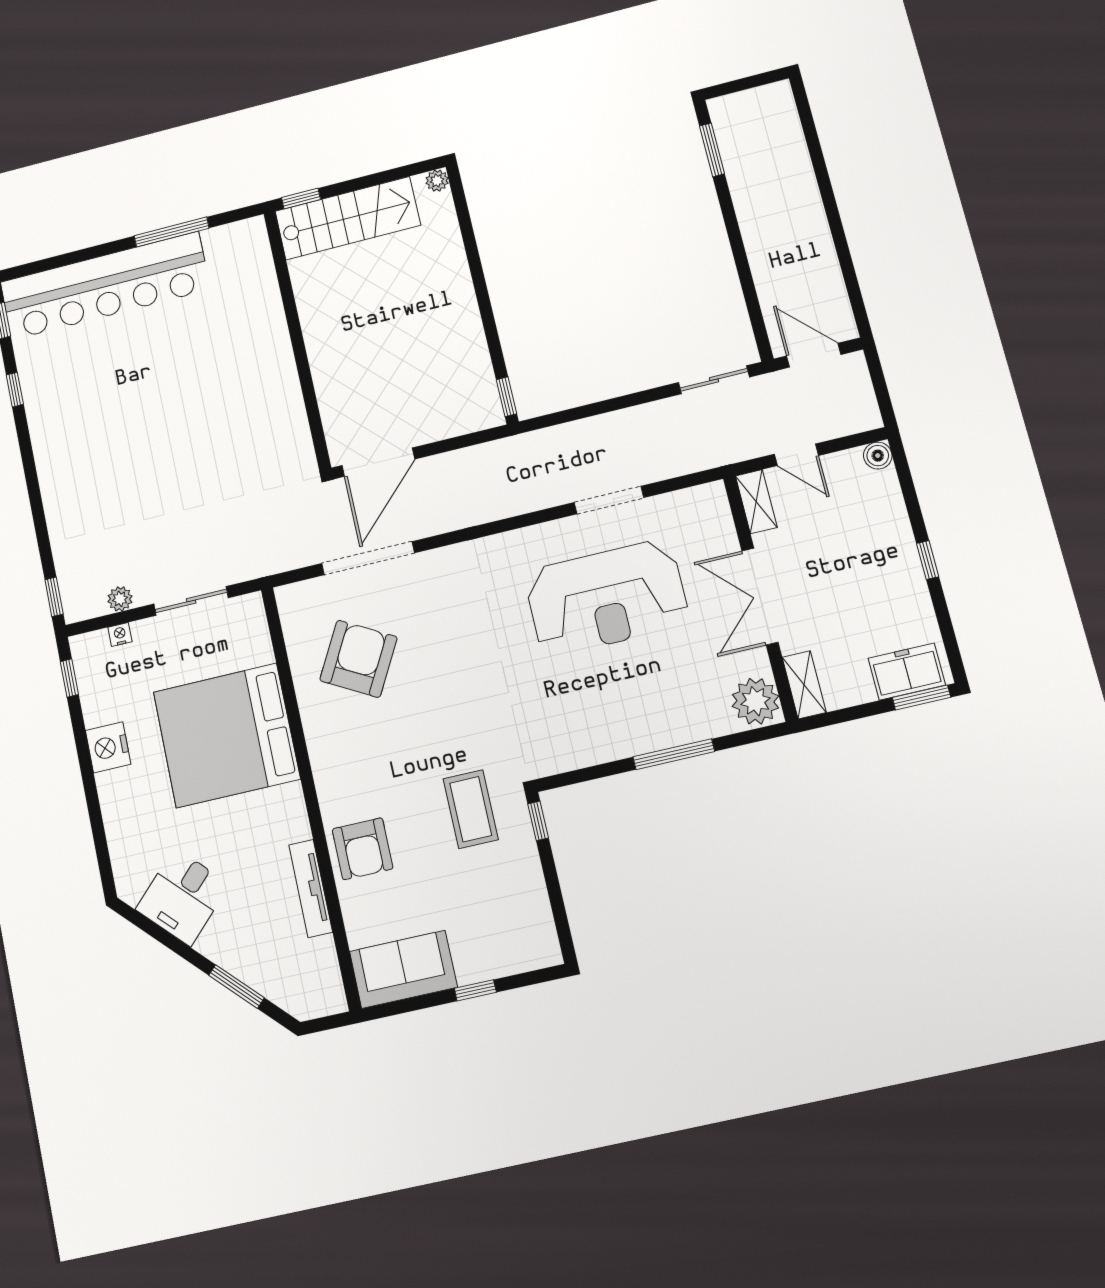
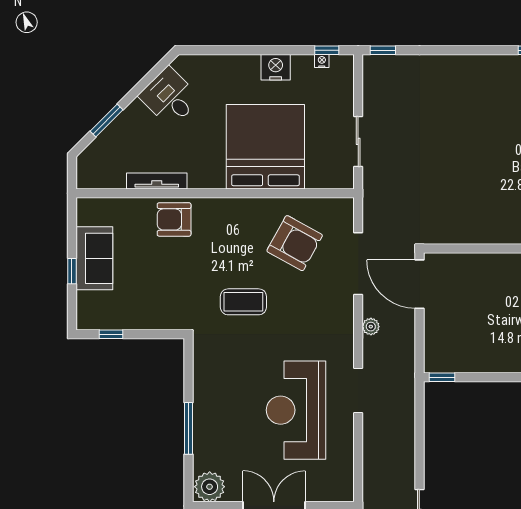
doorway: (609, 500) -> (358, 390), moved
plant: (120, 599) -> (371, 327), moved
nightstand: (120, 634) -> (322, 61), moved, turned -90
coffee table: (471, 809) -> (243, 302), moved
window: (538, 821) -> (111, 334), moved
sofa: (403, 969) -> (94, 258), moved

